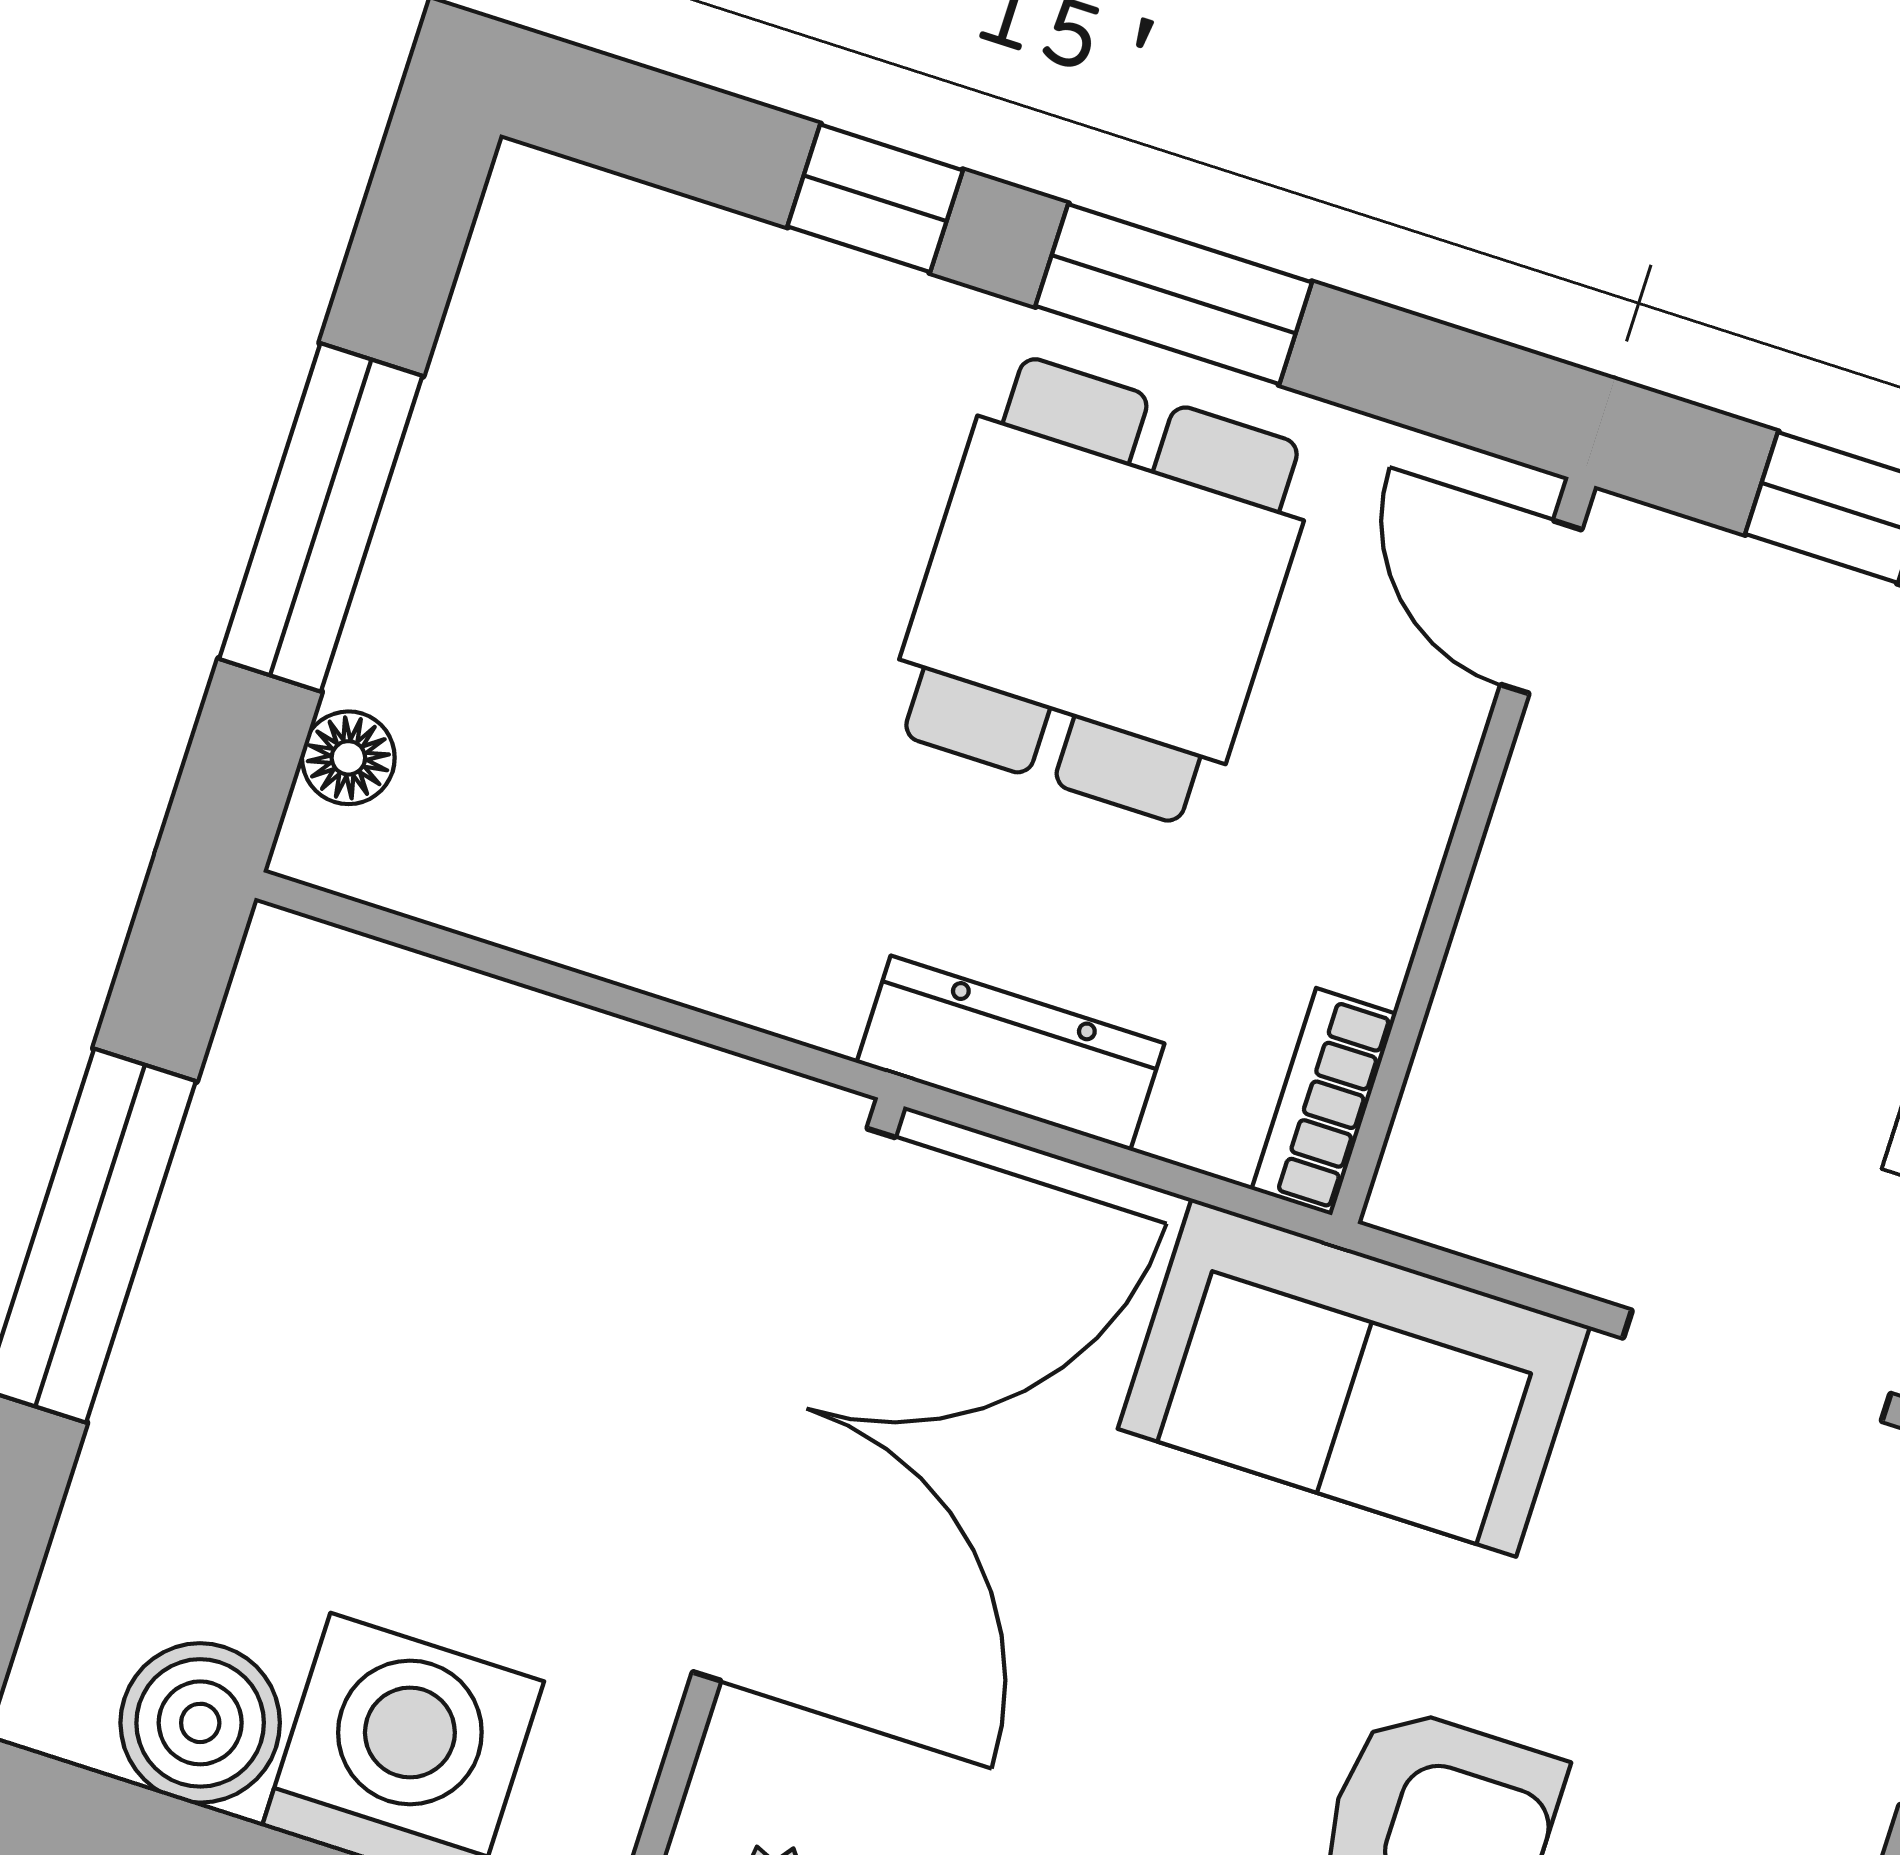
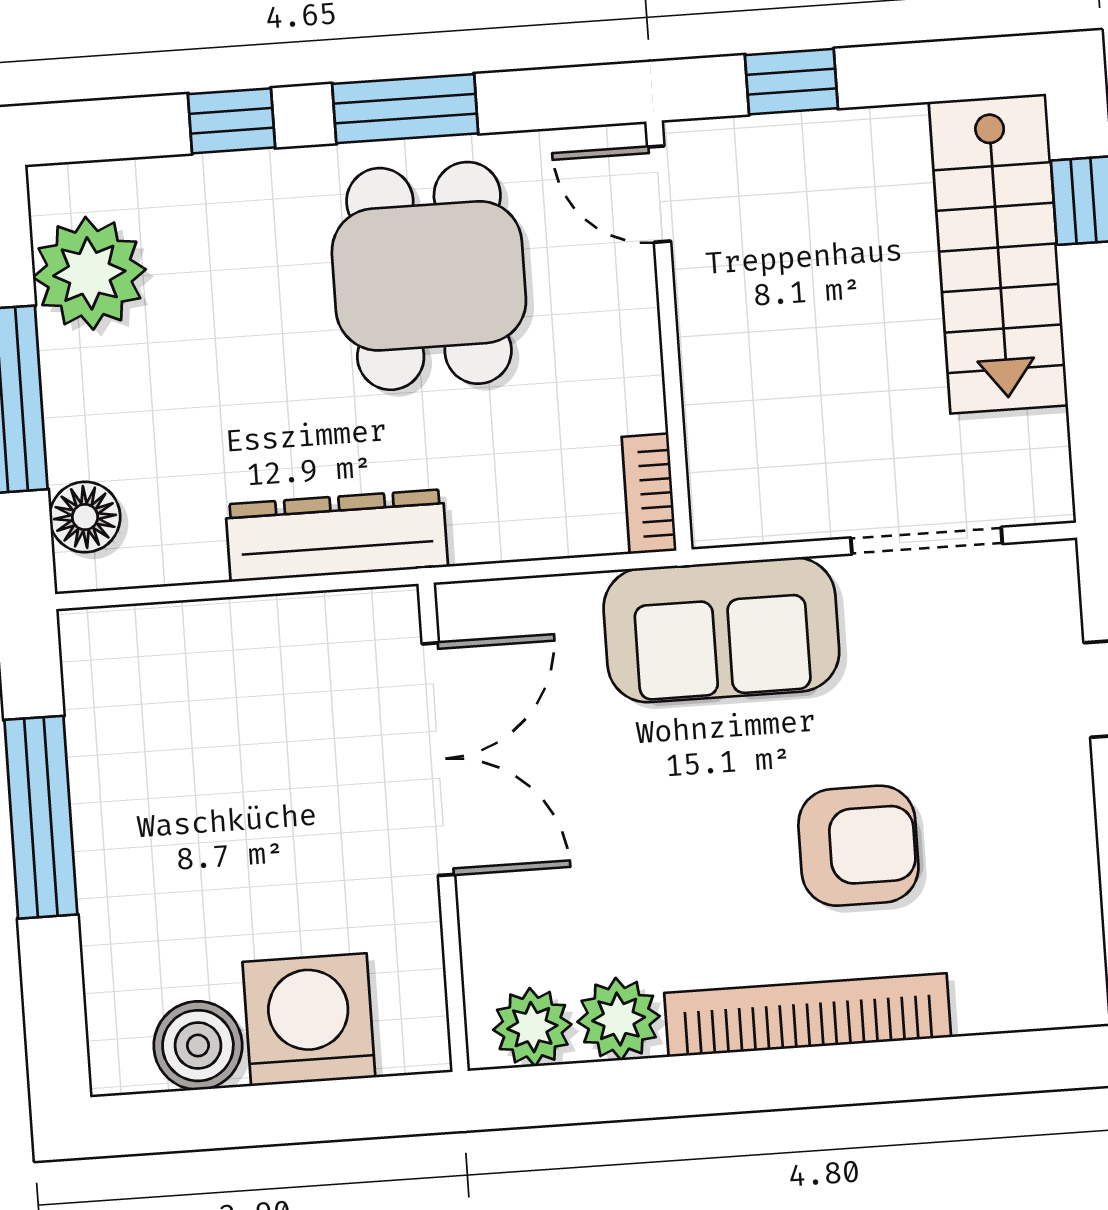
plant: (535, 358) -> (89, 273), added
floor lamp: (348, 758) -> (85, 517), width x1.37, depth x1.37
dresser: (1010, 1053) -> (337, 536), moved, width x1.37, depth x1.24
double door: (794, 1405) -> (438, 759), width x0.73

